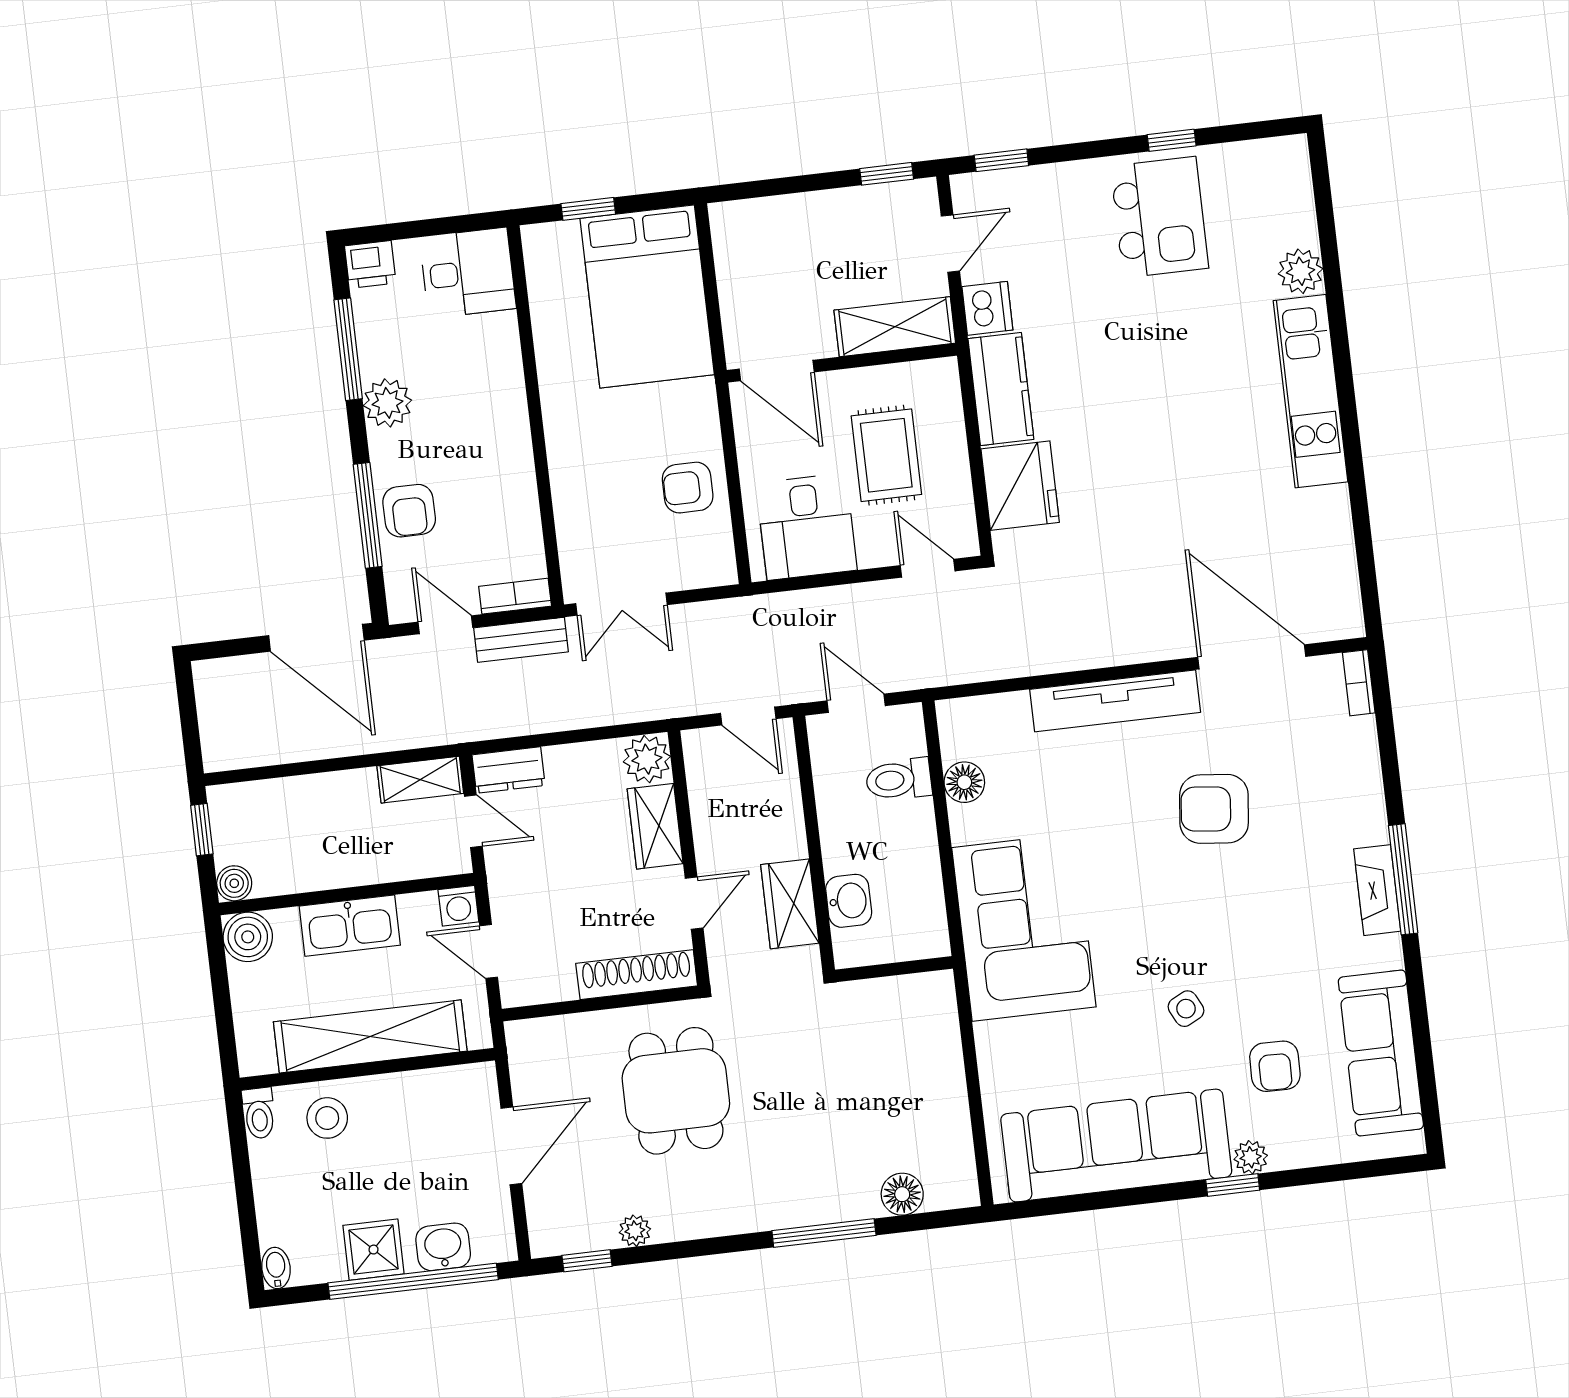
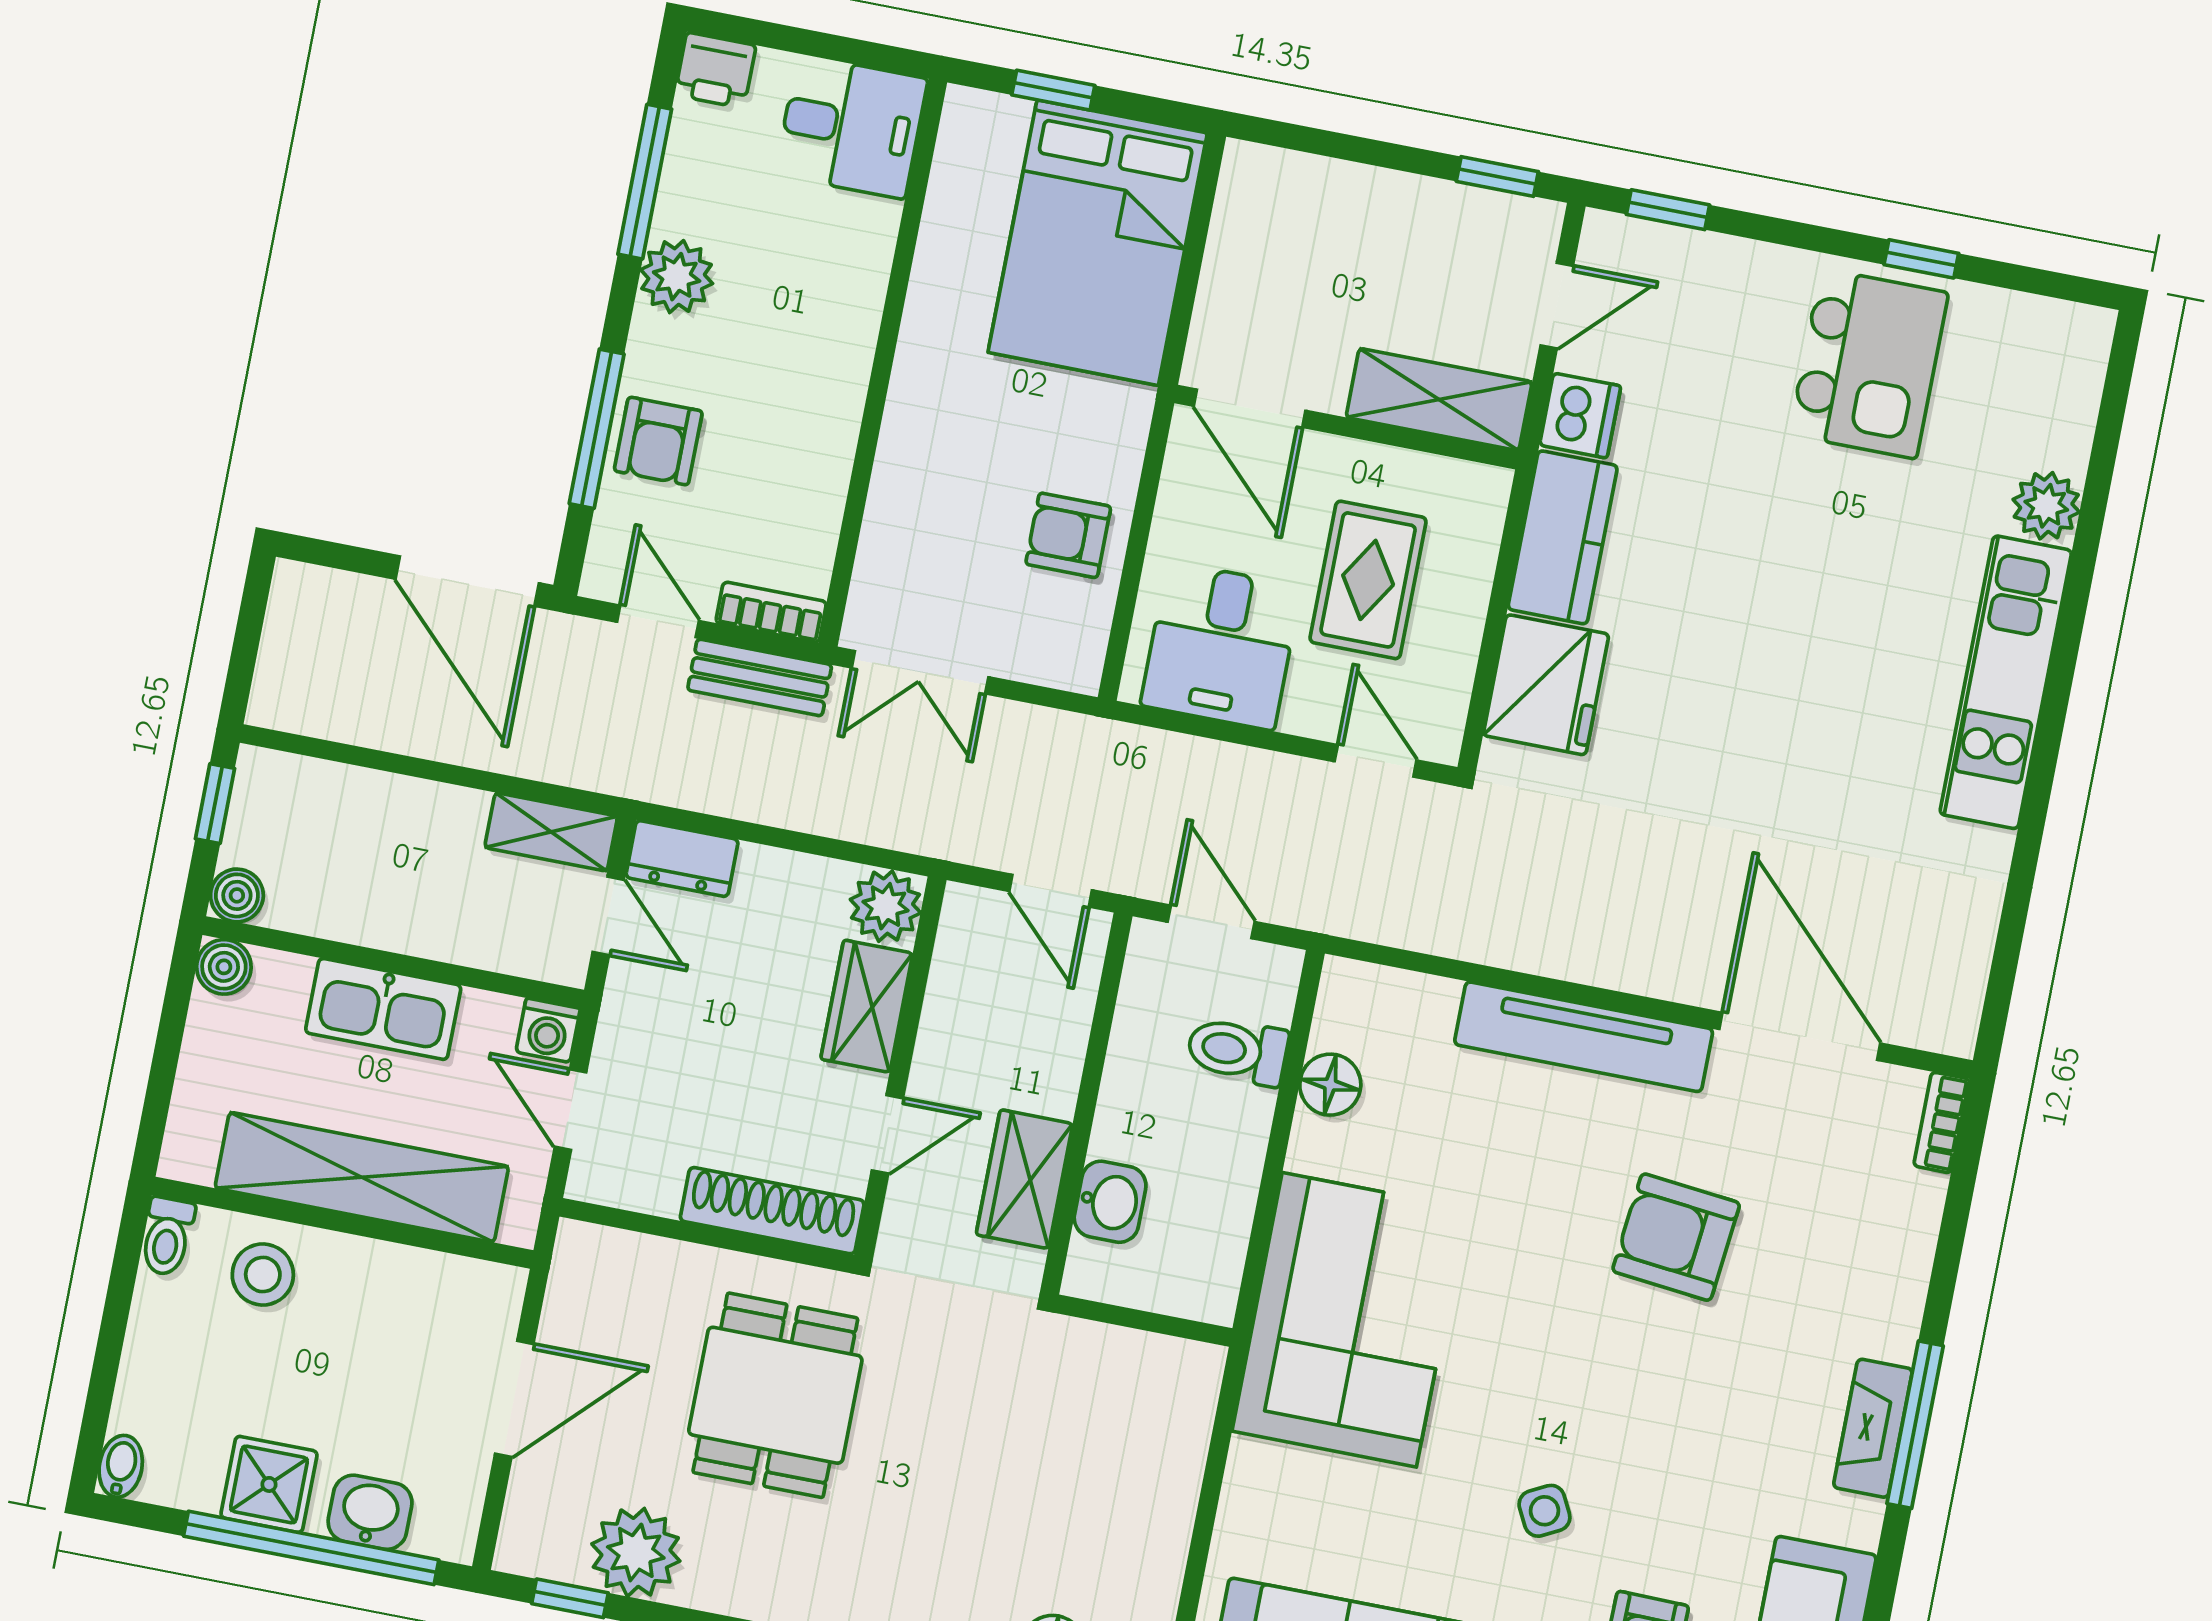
boiler: (248, 937) -> (224, 967), width x0.73, depth x0.73
plant: (635, 1231) -> (636, 1552), width x1.88, depth x1.88

